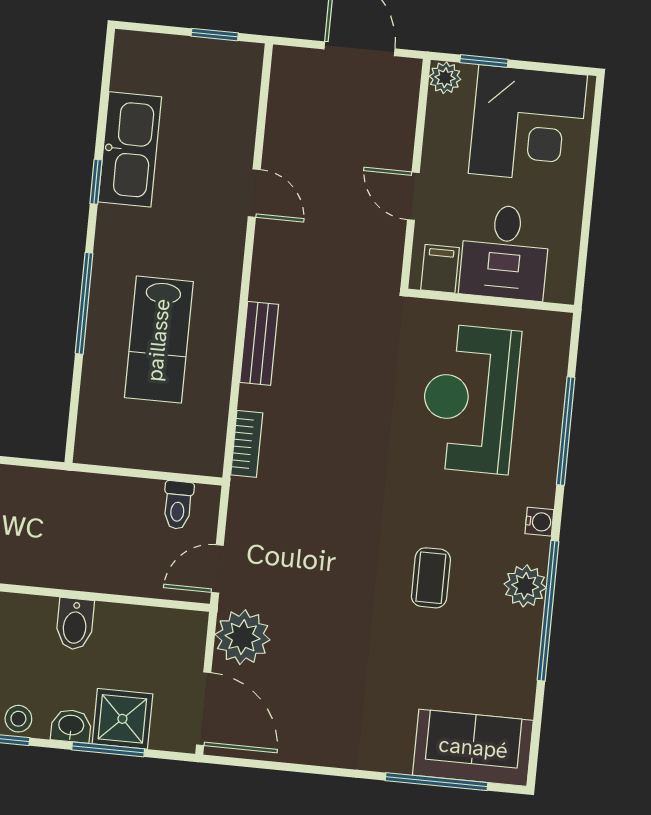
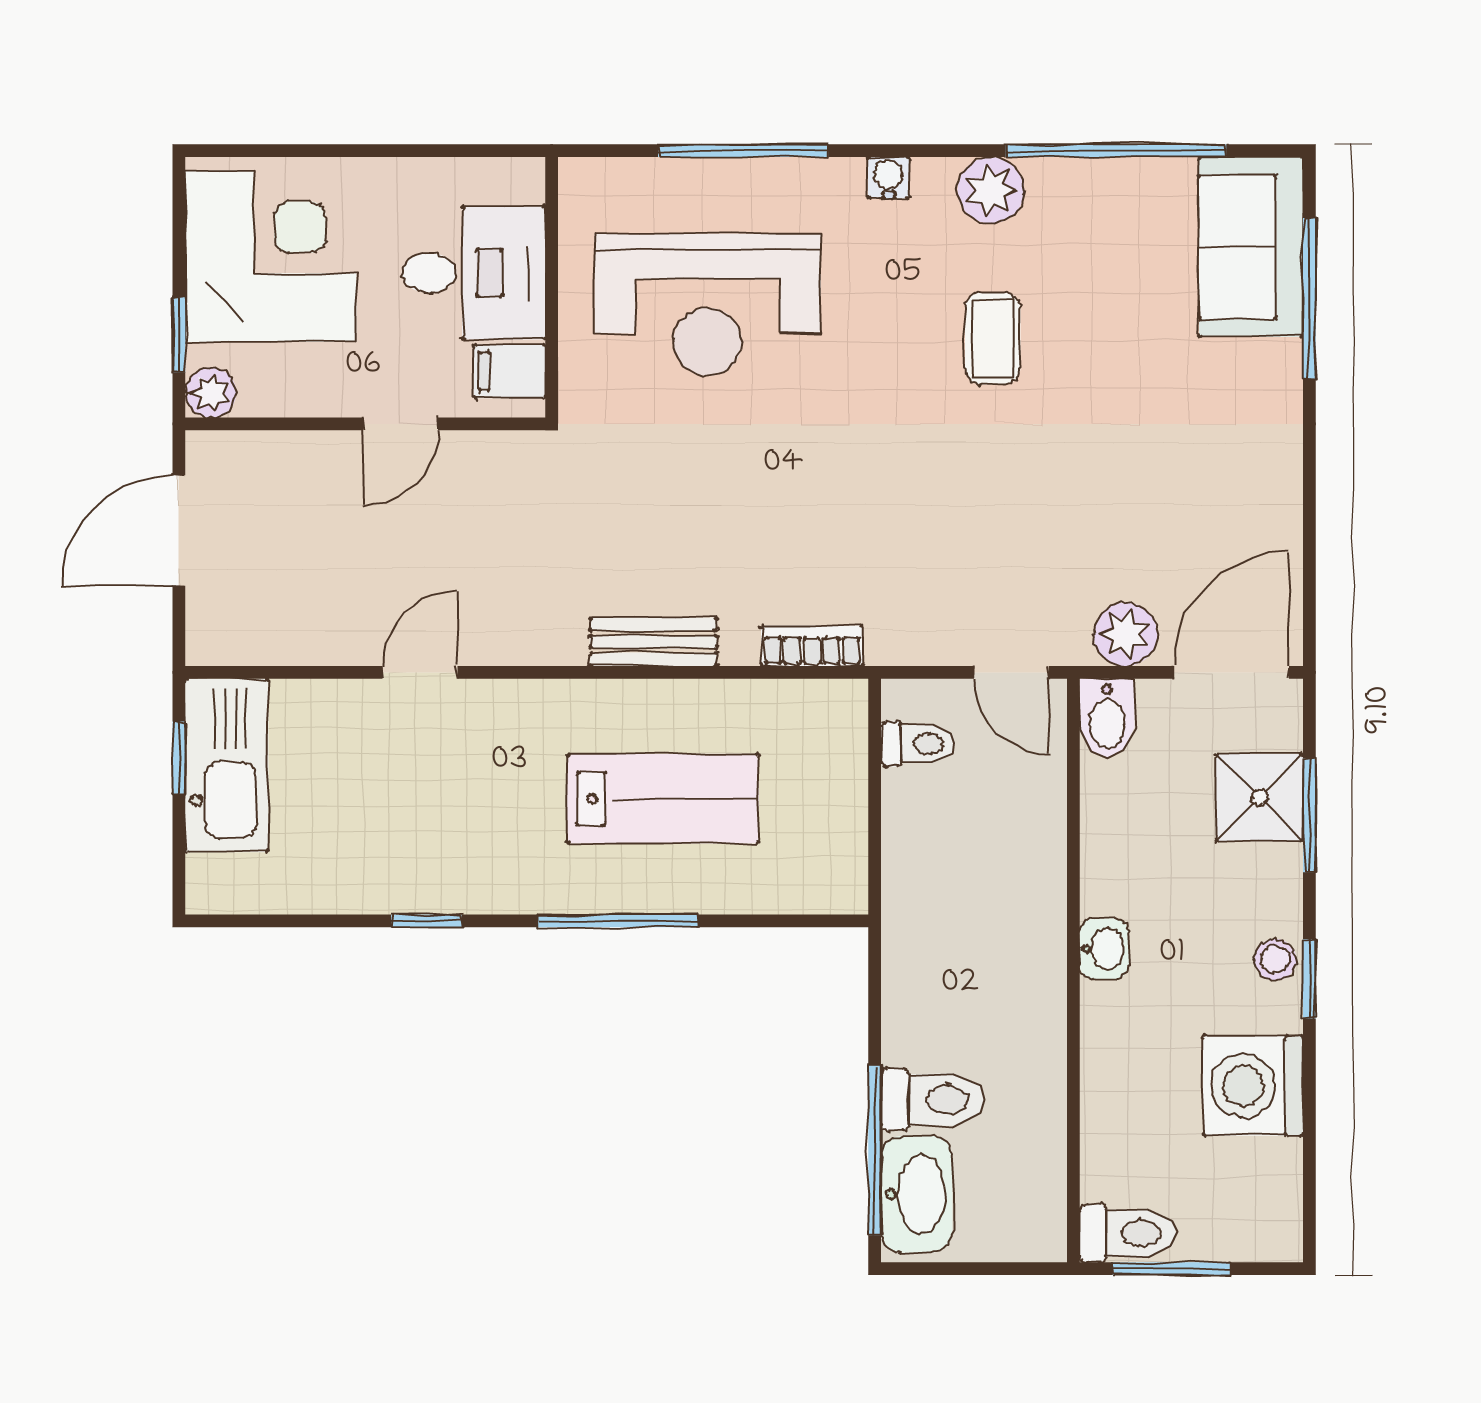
kitchen sink: (130, 149) -> (227, 765), moved, turned 90
coffee table: (431, 578) -> (993, 338), turned 90
window: (548, 611) -> (1116, 151), moved
bidet: (75, 624) -> (1107, 718), moved, turned 90
plant: (243, 637) -> (1125, 634), width x0.73, depth x0.73
washbasin: (71, 726) -> (1104, 949), moved, turned 180

